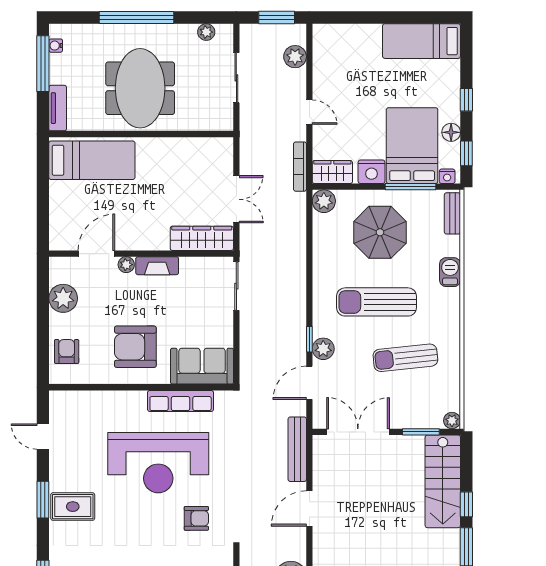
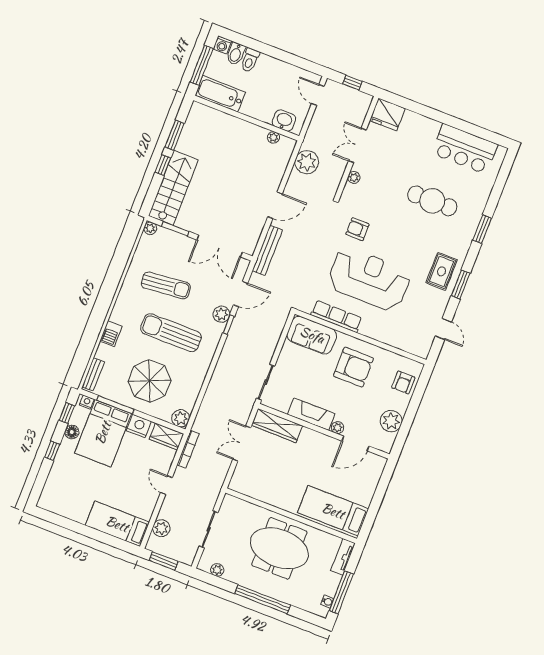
bed: (421, 41) -> (117, 524), moved, turned 180
meeting table: (140, 88) -> (279, 548), turned 90
fireplace: (157, 266) -> (311, 414), width x1.37, depth x1.32
sun lounger: (377, 302) -> (171, 333), turned 180
rug: (73, 507) -> (441, 271), turned 90

